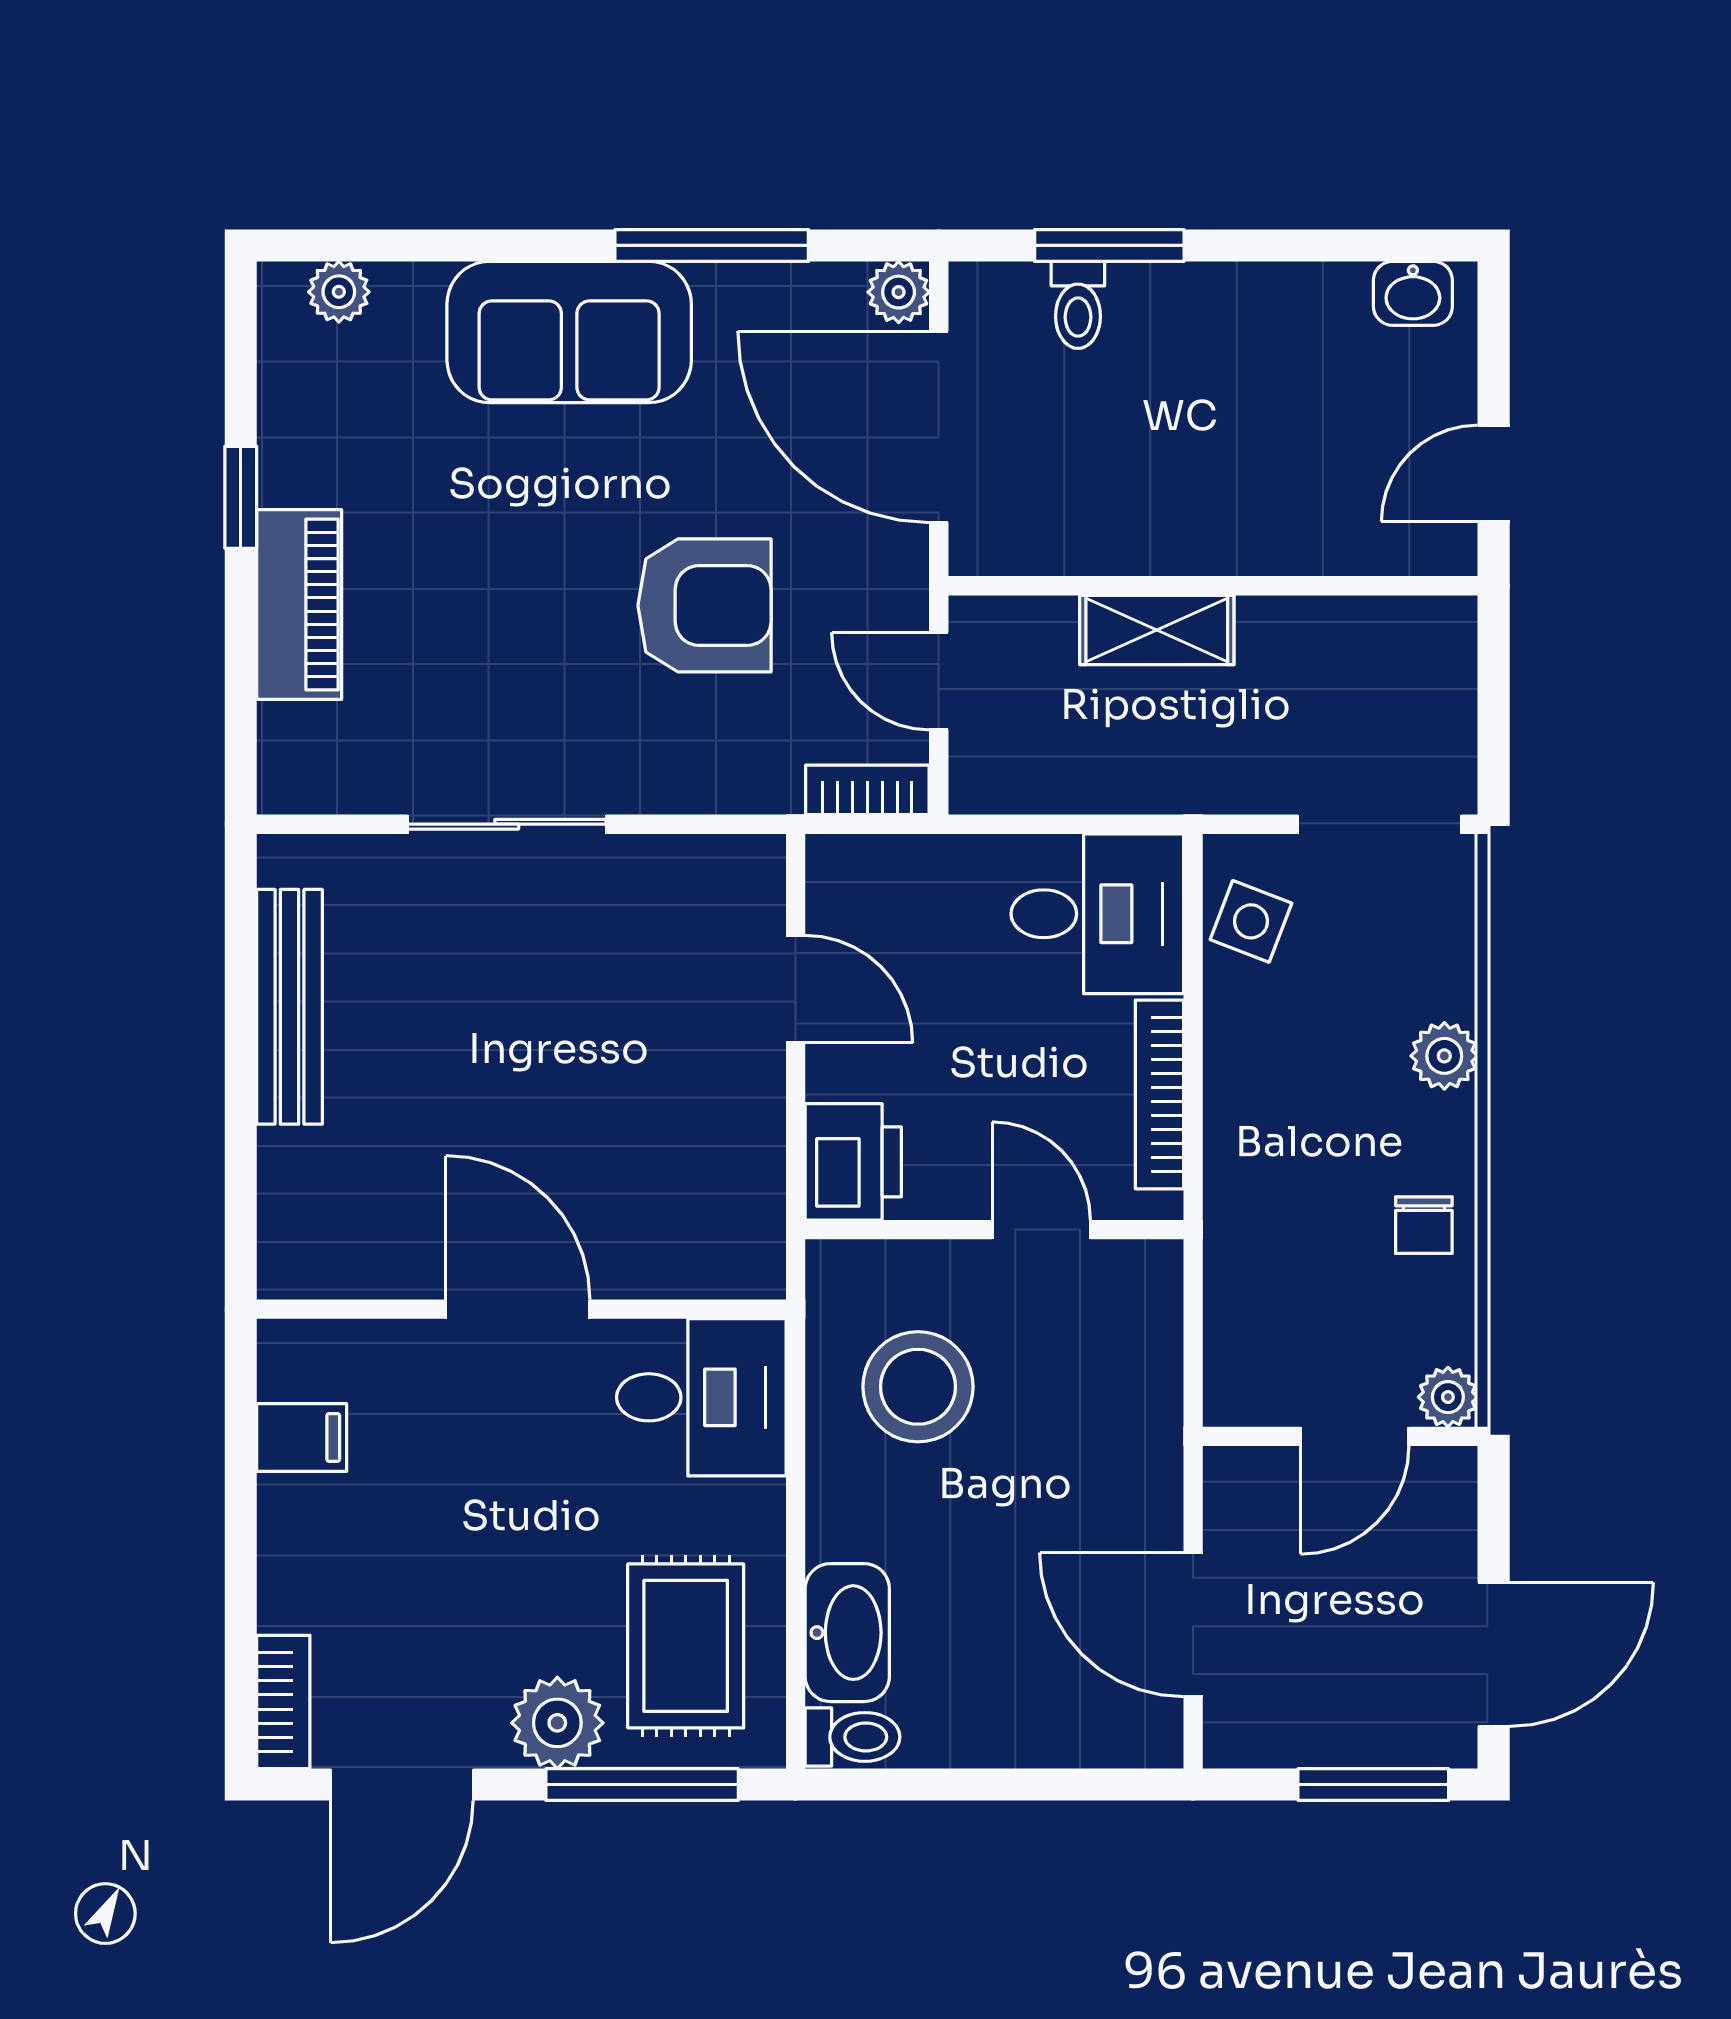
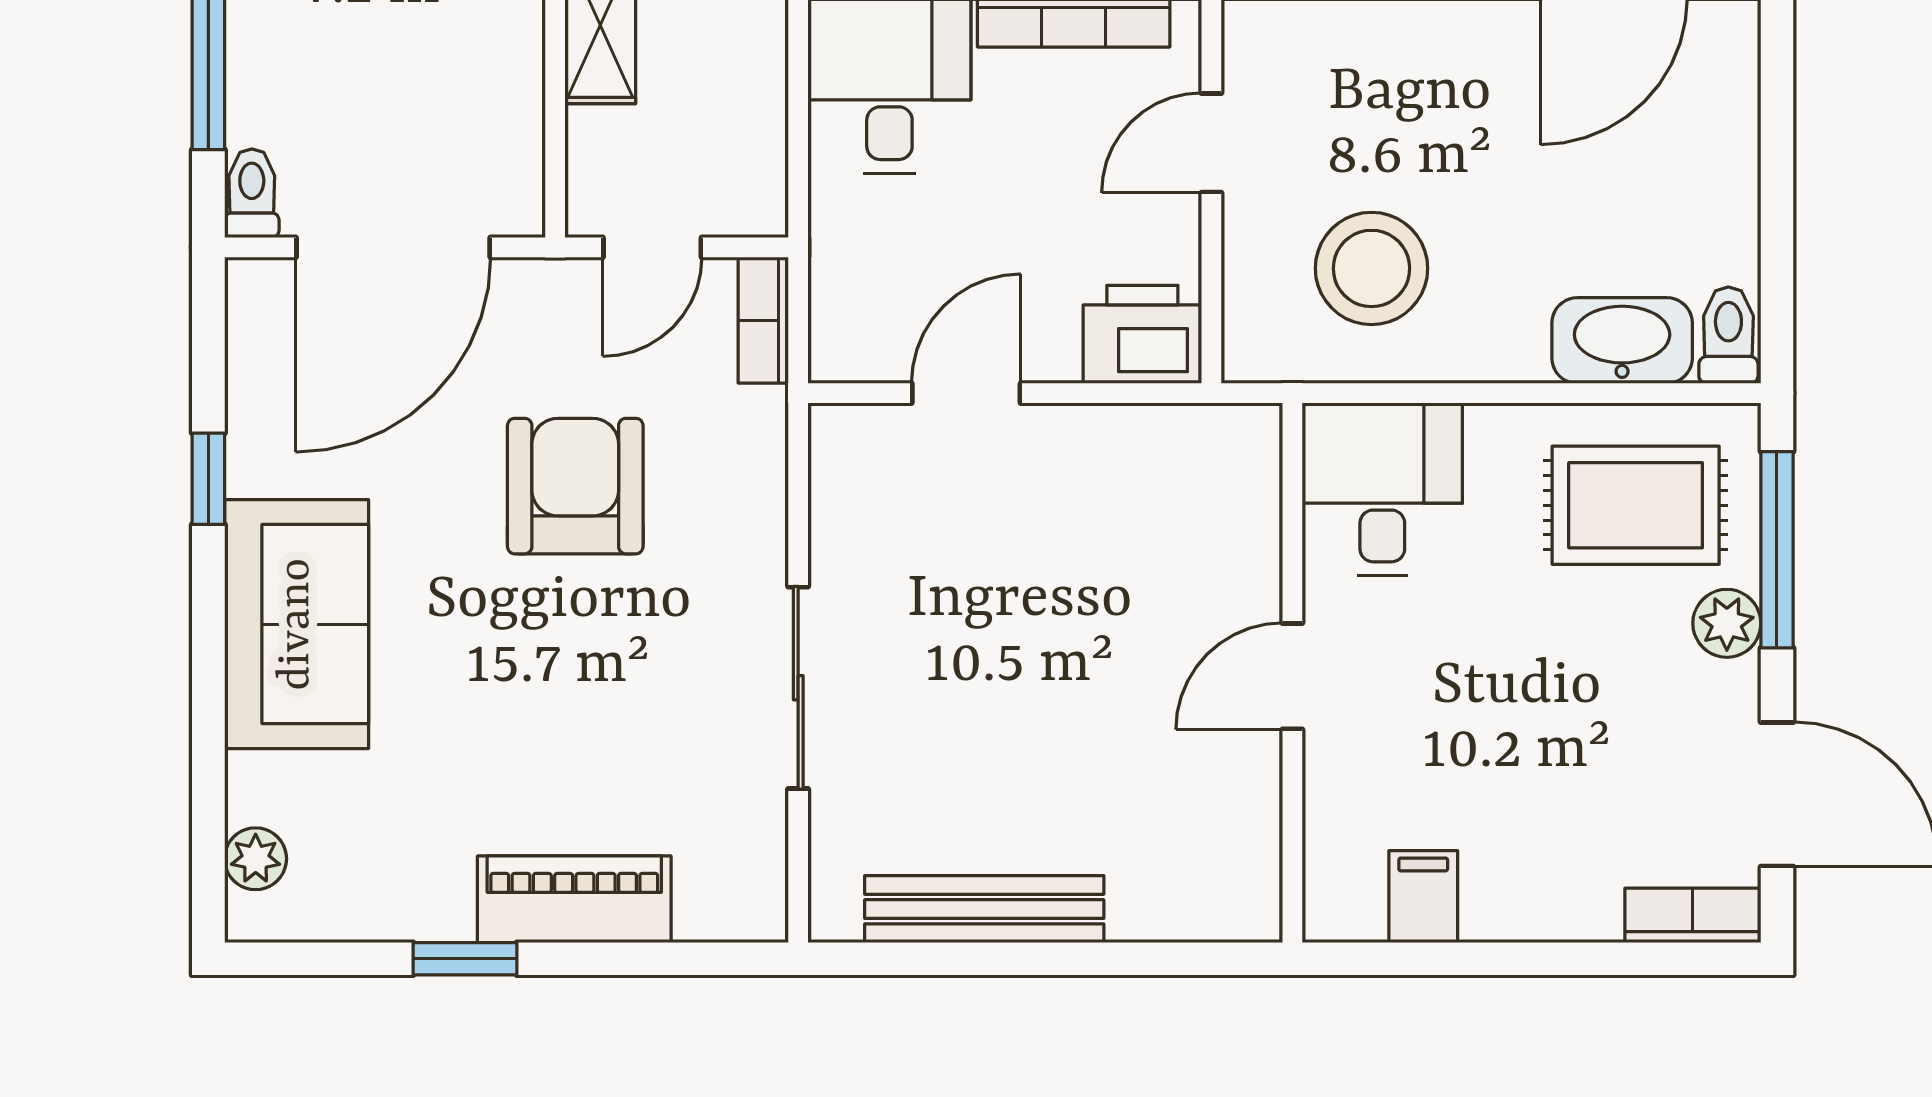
window: (712, 245) -> (208, 479), width x0.46
plant: (899, 292) -> (256, 288), removed
toilet: (1078, 305) -> (252, 193), moved, turned -90
door: (518, 1309) -> (1292, 676), width x0.73
plant: (557, 1723) -> (1727, 623), width x0.73, depth x0.73

